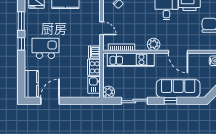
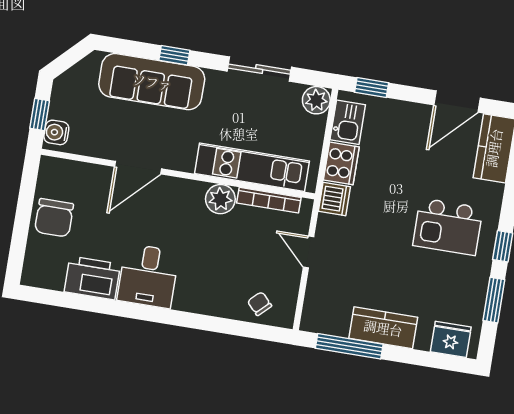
plant: (154, 44) -> (220, 199), moved
door: (178, 52) -> (138, 168), swing flipped
window: (86, 101) -> (372, 88), added

